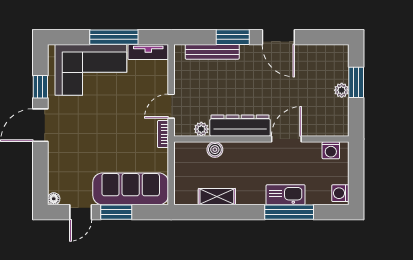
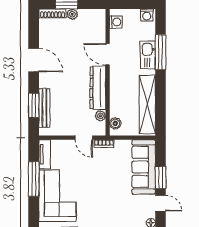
window: (233, 37) -> (34, 105), moved
door: (278, 37) -> (34, 60), hinge flipped
shoe rack: (343, 63) -> (52, 13), added
boiler: (215, 150) -> (115, 123), moved
shelving: (217, 197) -> (147, 105), width x2.20, depth x1.33

